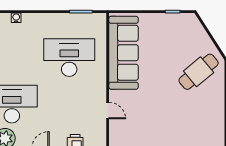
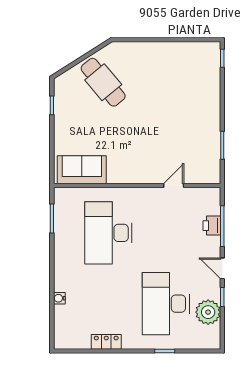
sofa: (124, 53) -> (82, 170), width x0.54, depth x0.79
cafe table: (199, 72) -> (103, 82), moved

